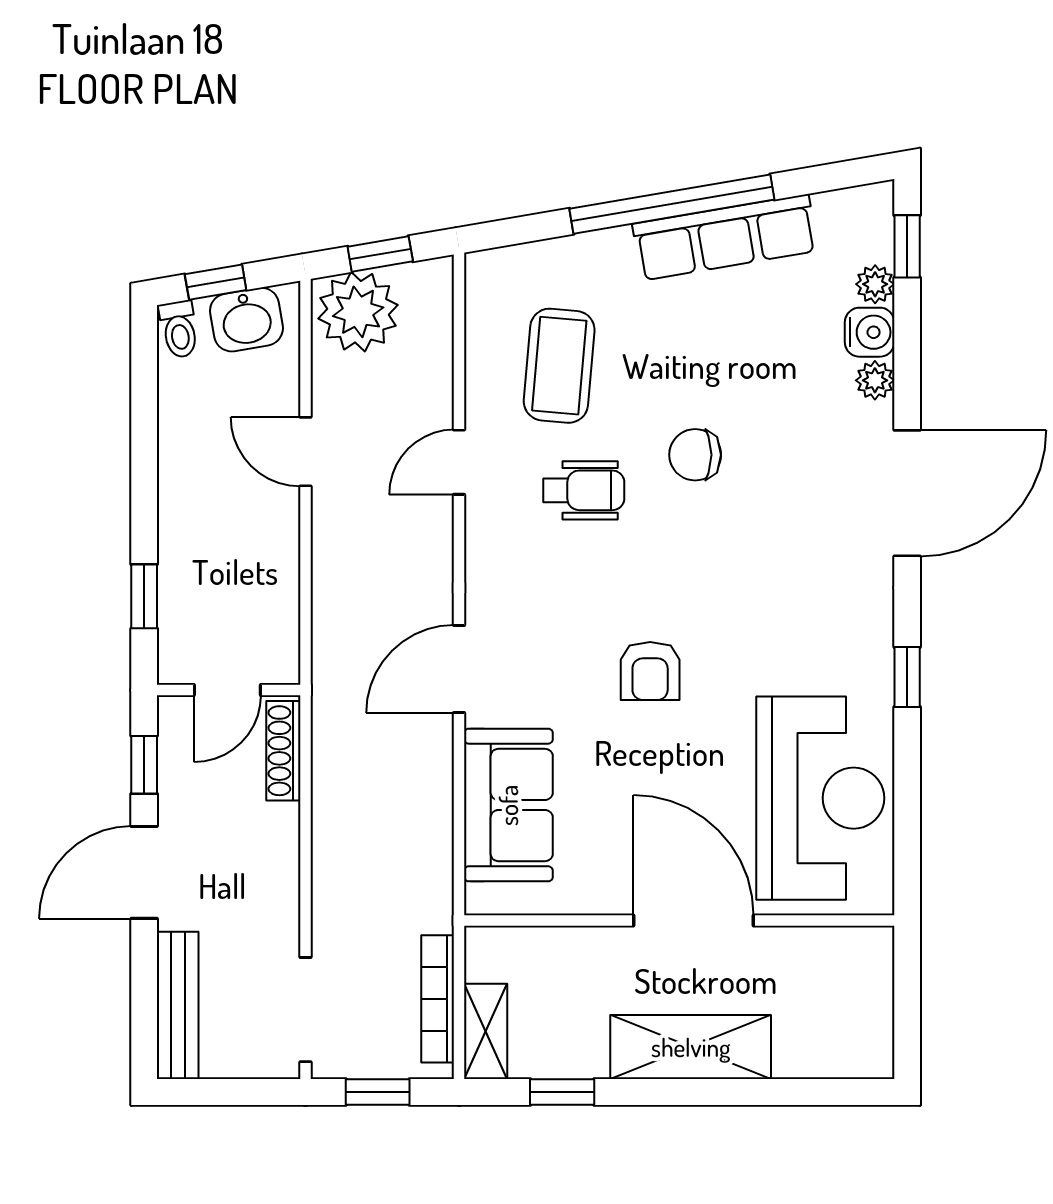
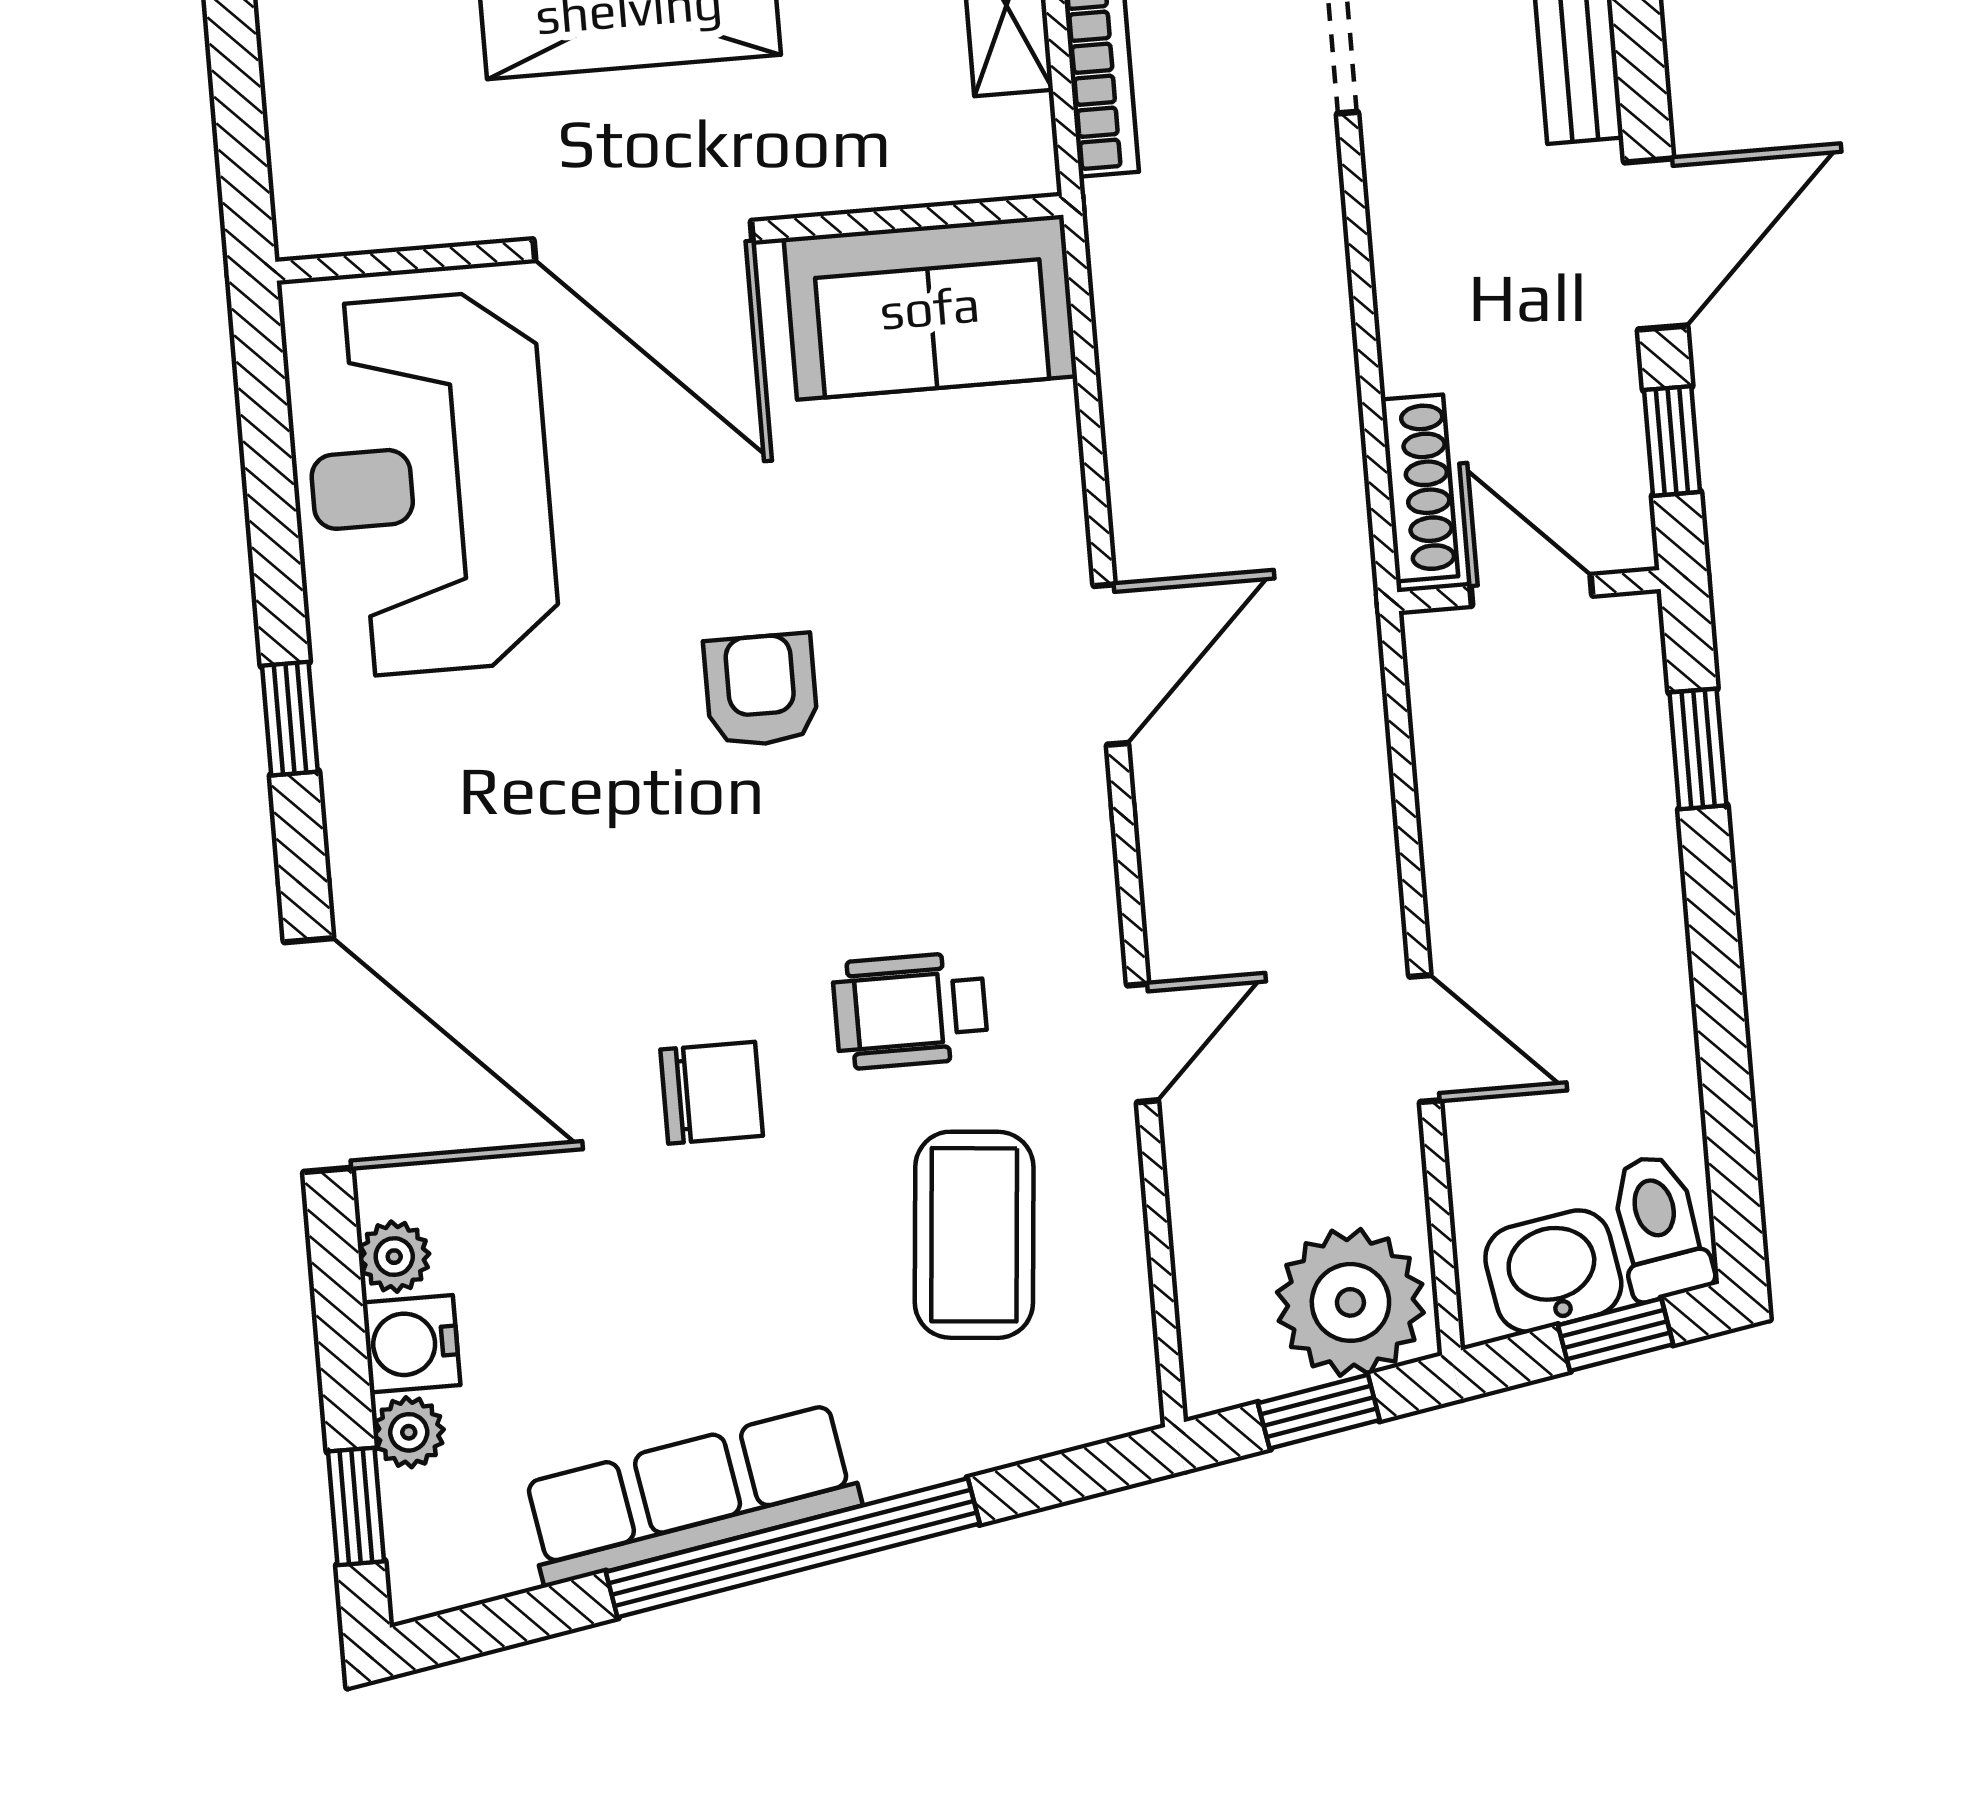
toilet: (179, 329) -> (1659, 1227), width x1.37, depth x1.39
door: (907, 493) -> (318, 1055), swing flipped
door: (227, 690) -> (1531, 590), hinge flipped
sofa: (508, 805) -> (930, 307), moved, turned -90

